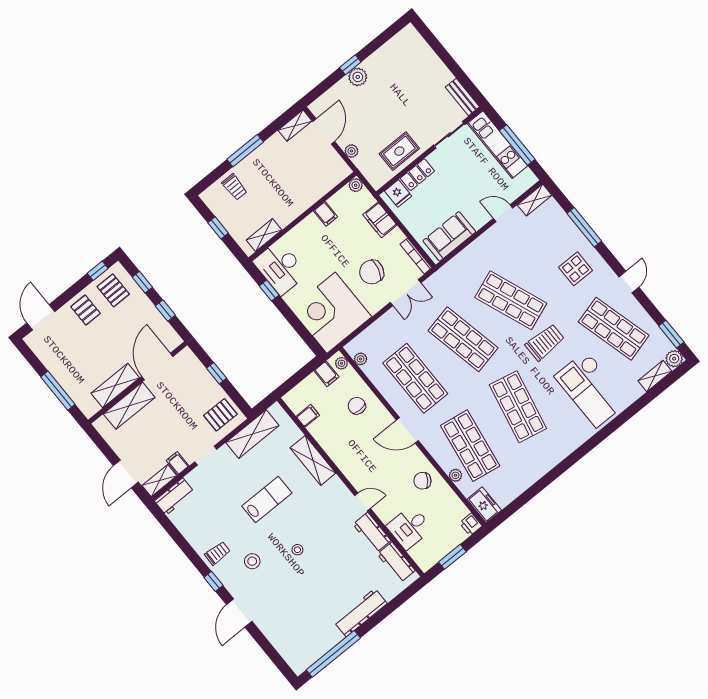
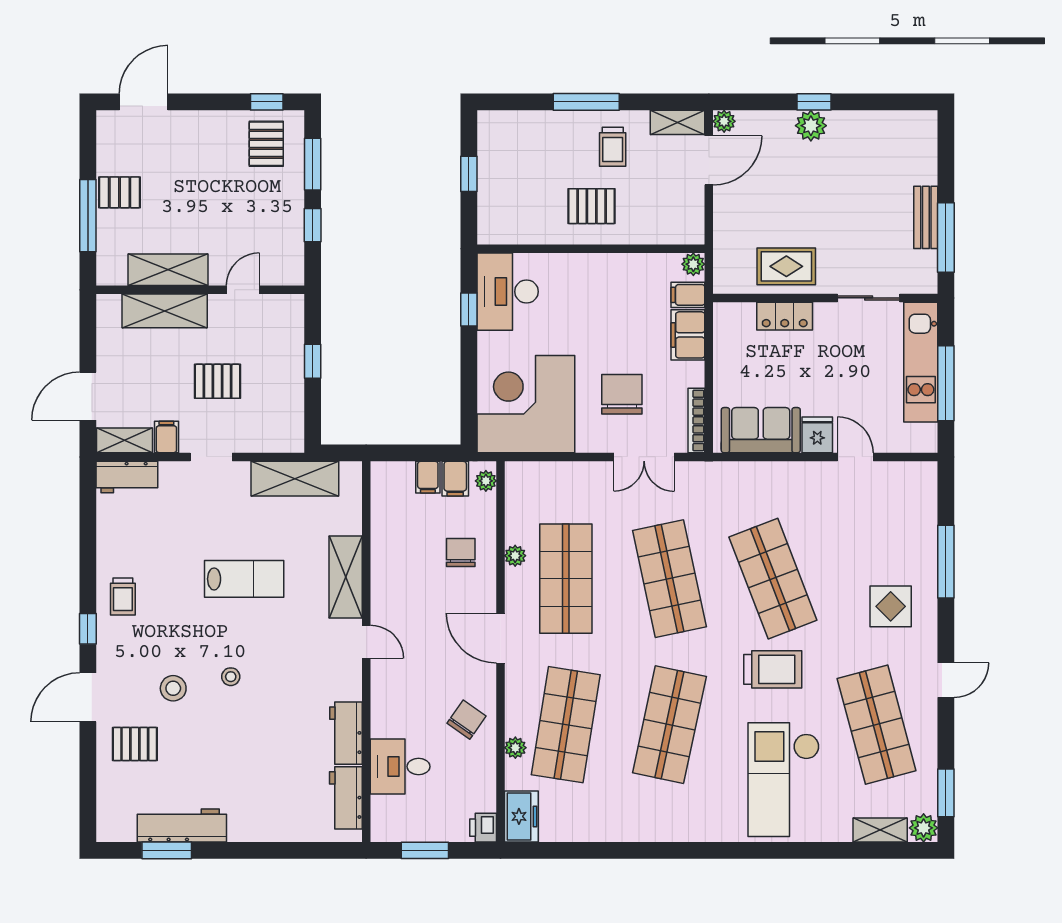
window: (462, 78) -> (946, 238), added
bench: (462, 97) -> (926, 217), moved
plant: (351, 151) -> (724, 121), moved
trolley: (234, 187) -> (613, 147), moved
fridge: (398, 193) -> (817, 435), moved, turned 180
pallet: (287, 197) -> (592, 206), added
shelving: (535, 200) -> (910, 474), removed
filing cabinet: (326, 214) -> (688, 295), moved, turned 90
shelving: (264, 235) -> (521, 232), removed
chair: (372, 272) -> (622, 394), turned 75
window: (142, 282) -> (313, 164), width x1.50
pallet: (86, 310) -> (120, 192), moved, turned 90
plant: (361, 359) -> (515, 556), moved
door: (157, 366) -> (243, 290), width x0.53
pallet: (220, 415) -> (217, 381), moved
filing cabinet: (308, 416) -> (428, 477), moved, turned 90
chair: (422, 481) -> (467, 720), turned 89
door: (363, 502) -> (366, 642), moved
trolley: (217, 553) -> (123, 596), turned 88
stool: (252, 561) -> (173, 688), moved
workbench: (361, 613) -> (182, 825), moved
pallet: (279, 617) -> (135, 744), added
window: (333, 654) -> (167, 850), width x0.47

